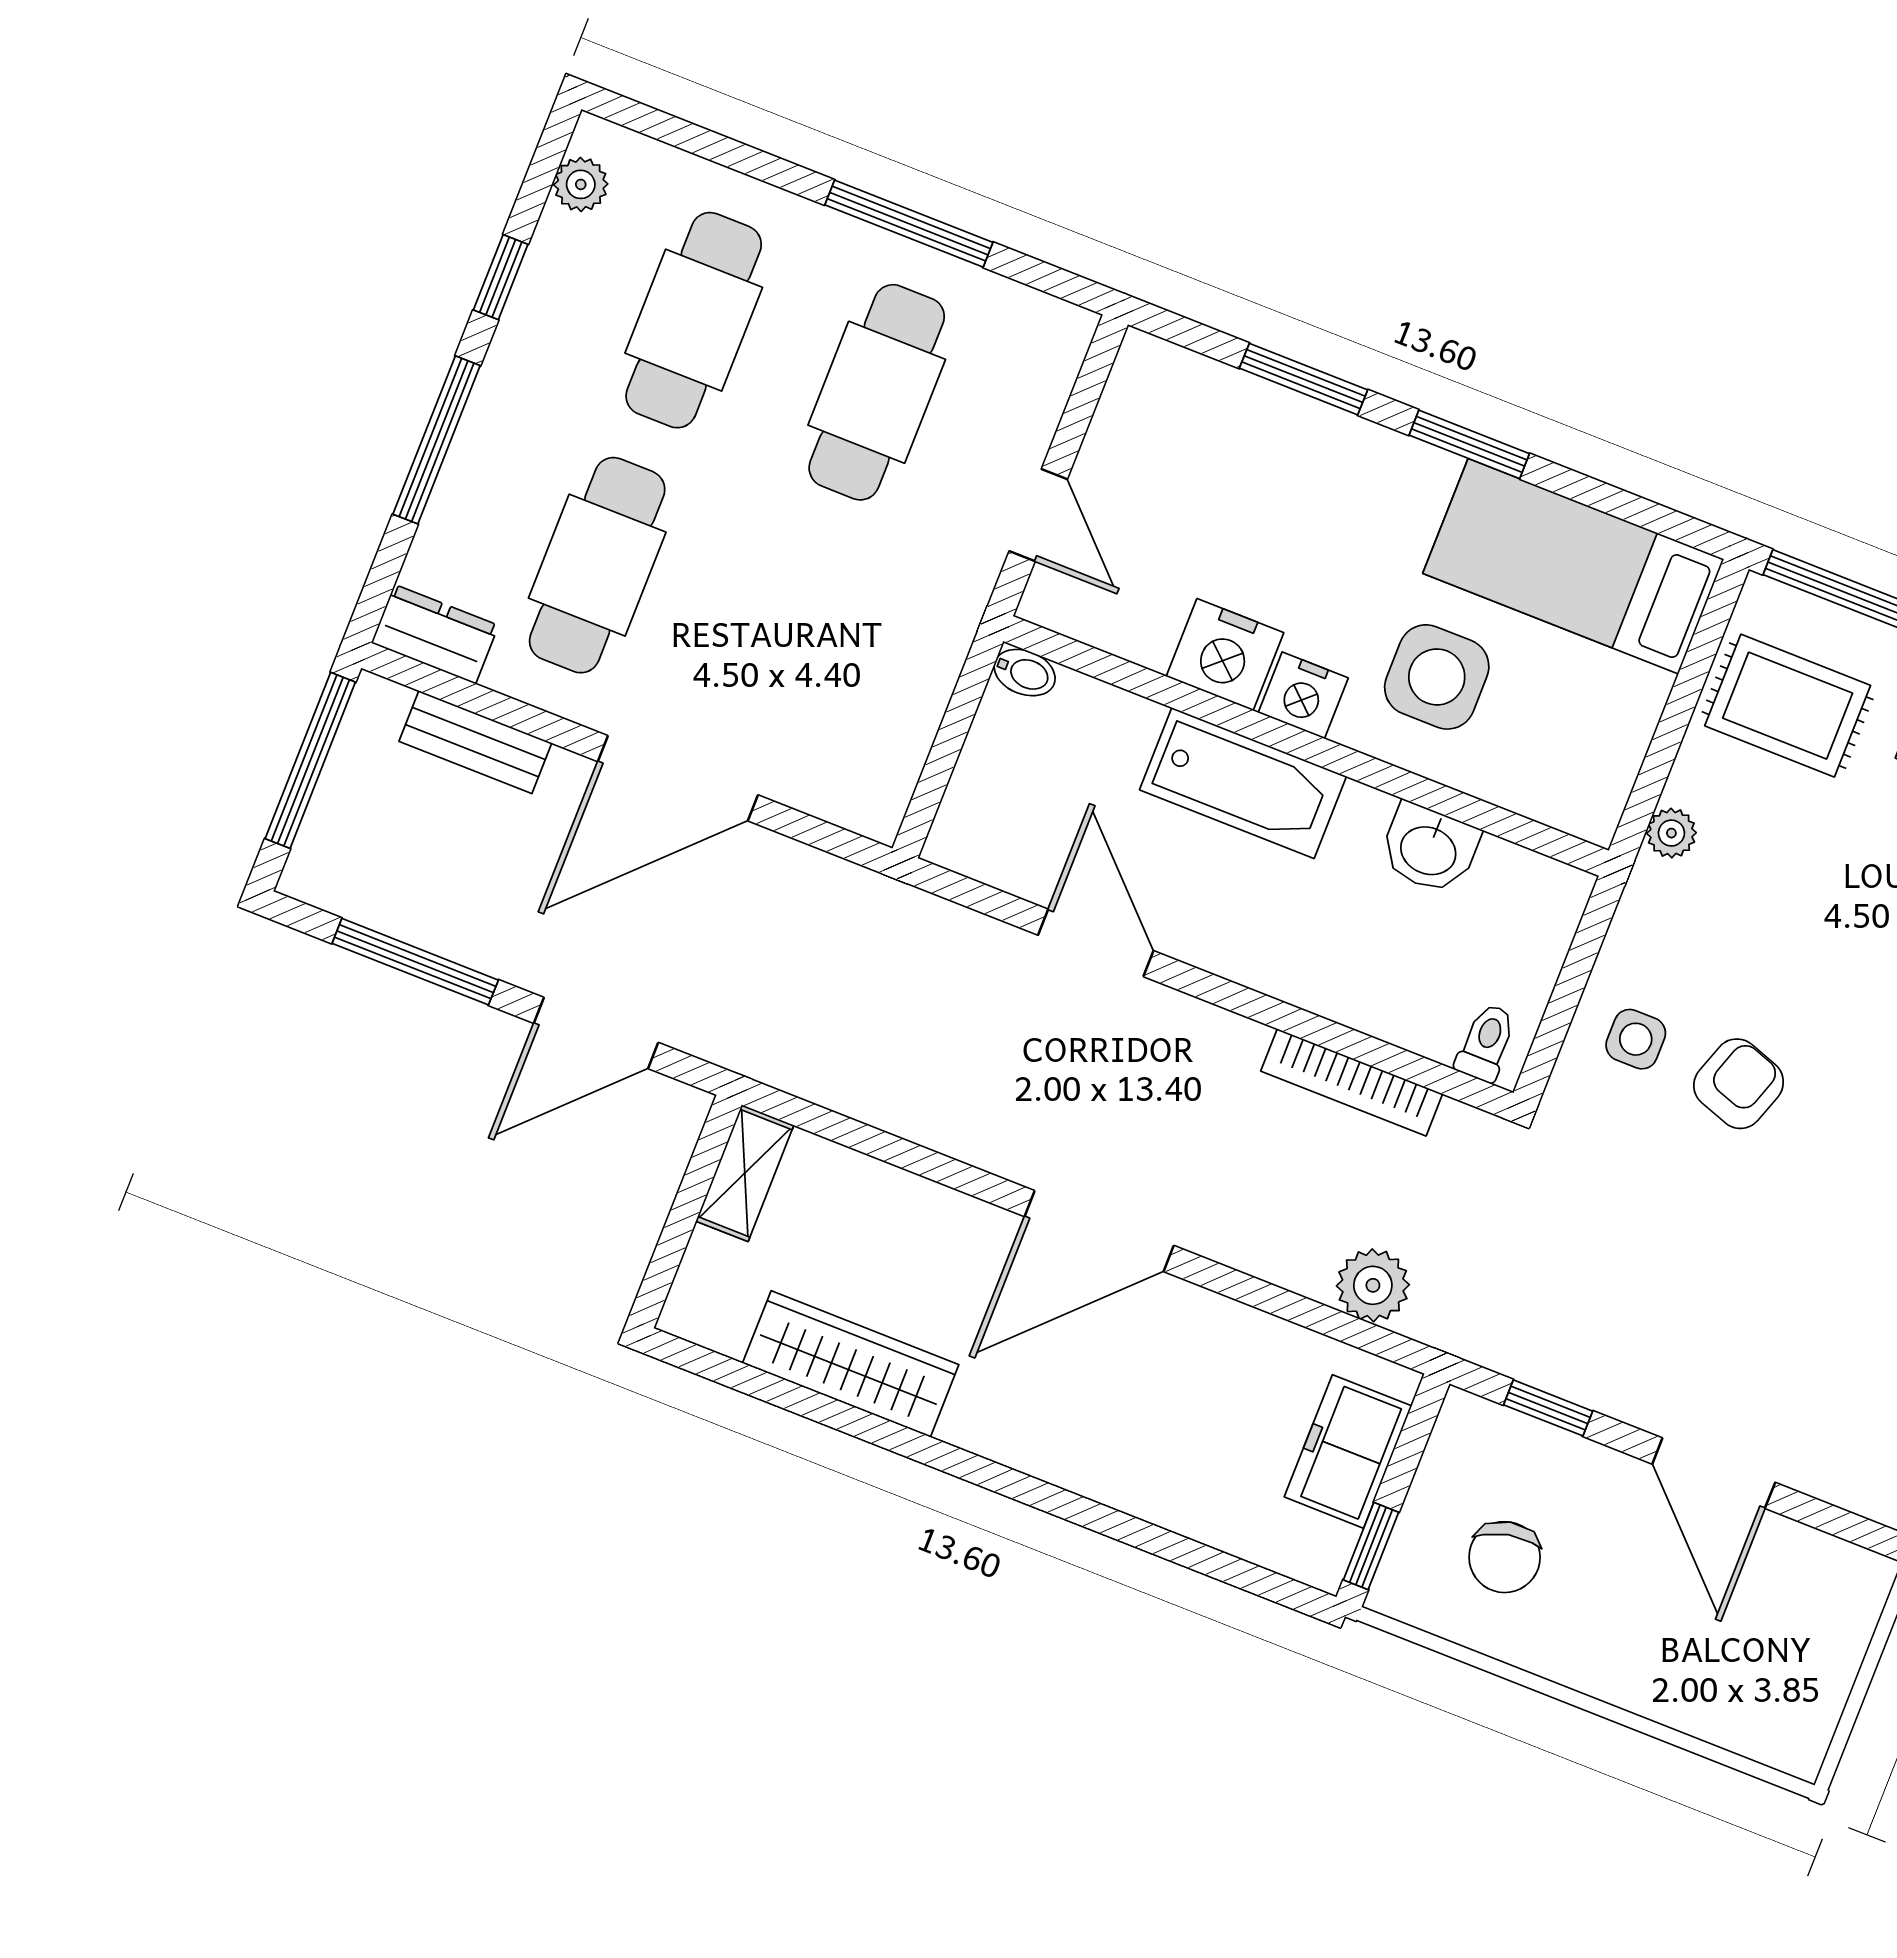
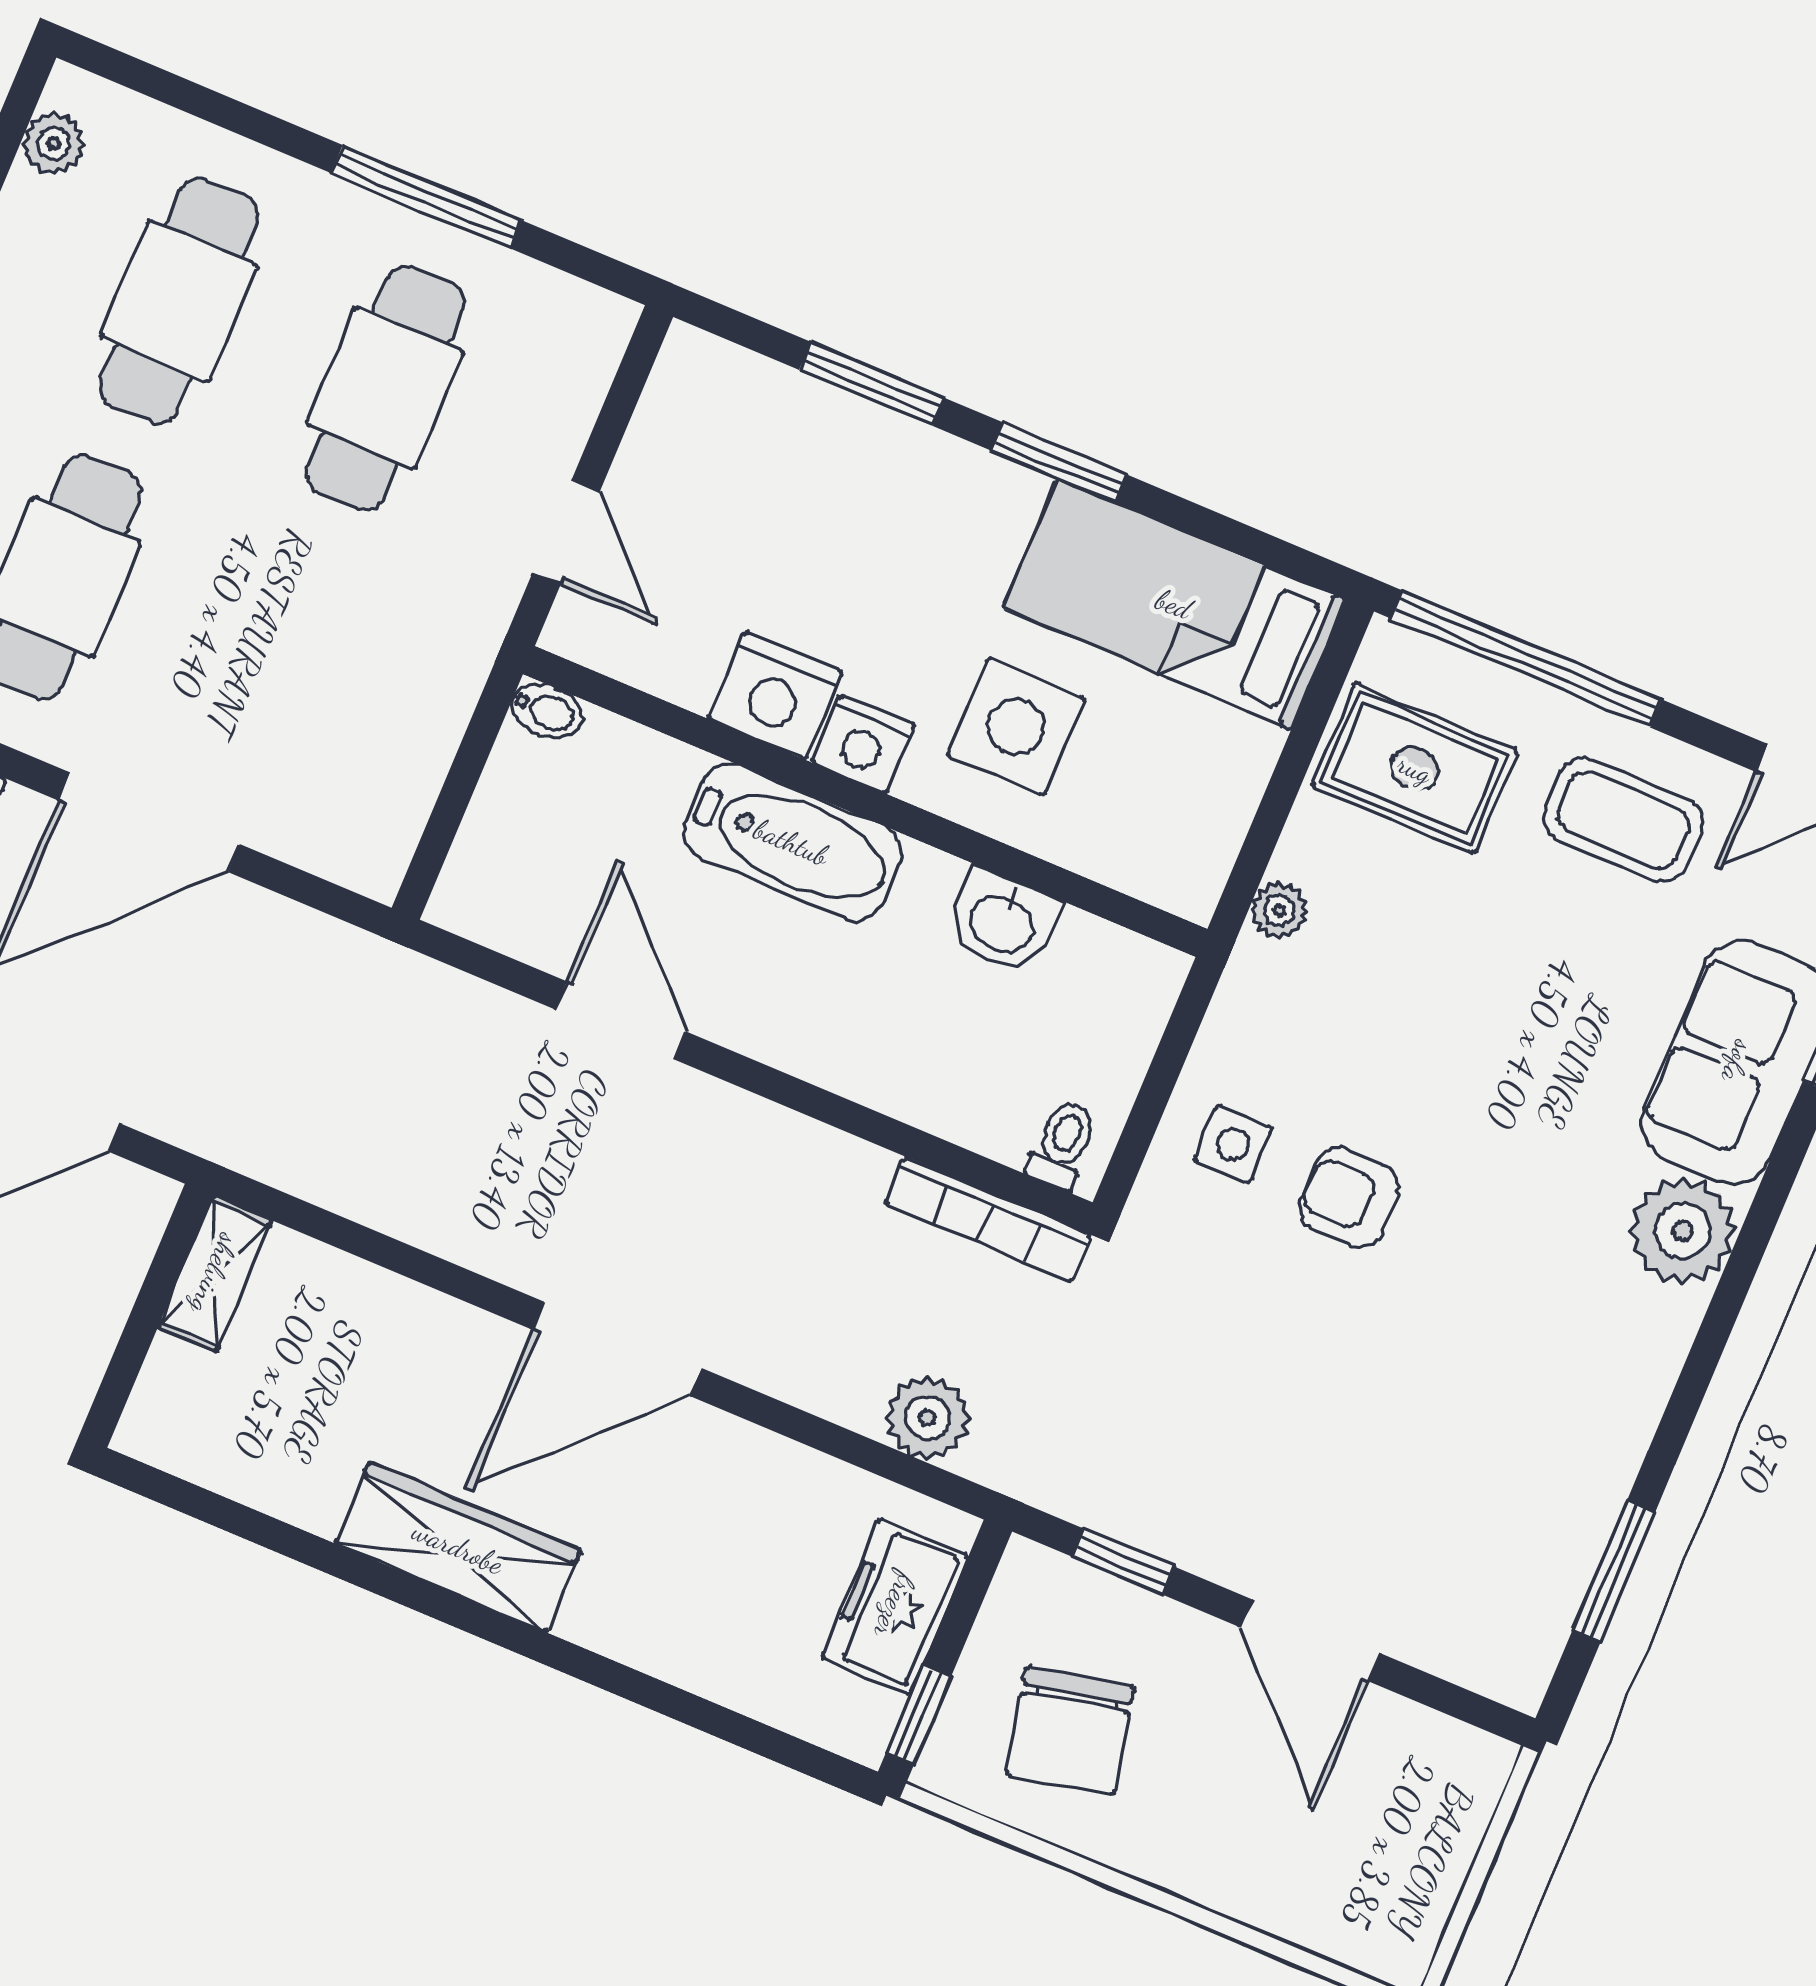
bookcase: (1352, 1082) -> (988, 1219), moved
armchair: (1739, 1084) -> (1349, 1198), turned -109
wardrobe: (851, 1364) -> (458, 1547), moved
chair: (1505, 1557) -> (1070, 1731), width x1.37, depth x1.37

